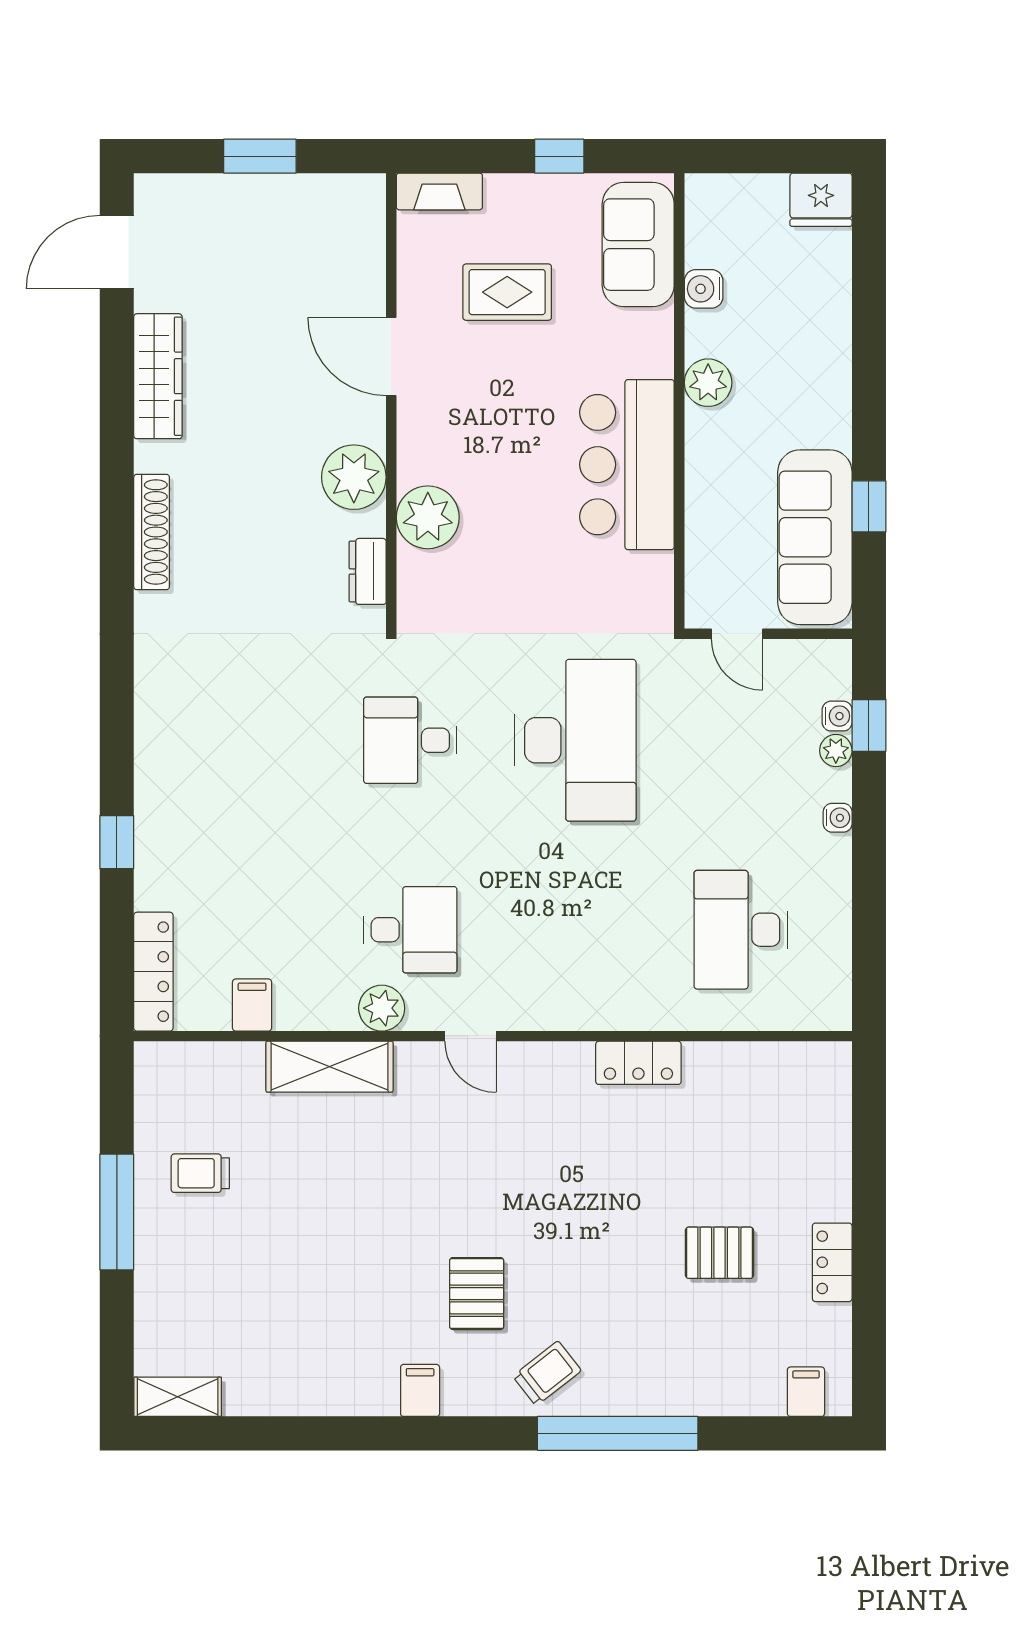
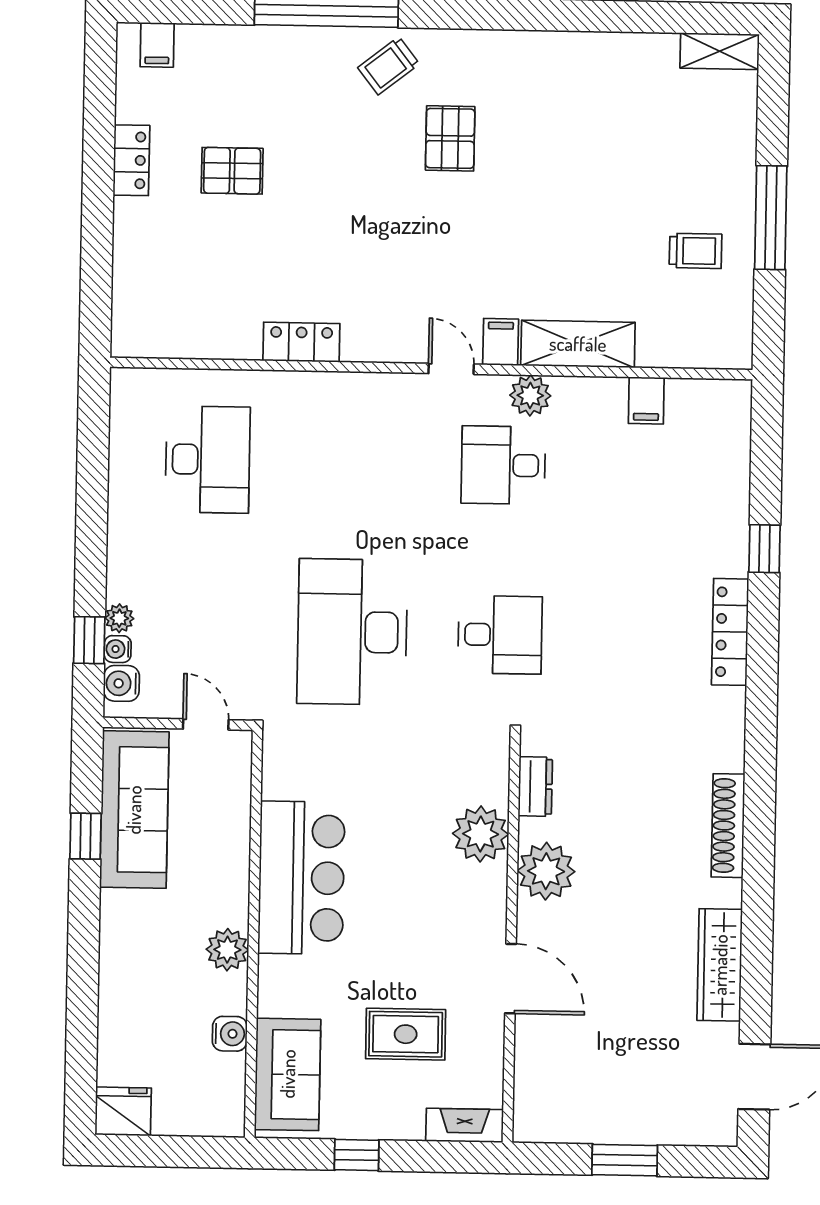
water cooler: (838, 818) -> (121, 683), moved, width x1.38, depth x1.38
locker: (153, 972) -> (730, 632), moved
filing cabinet: (420, 1390) -> (501, 342), moved, turned 180

